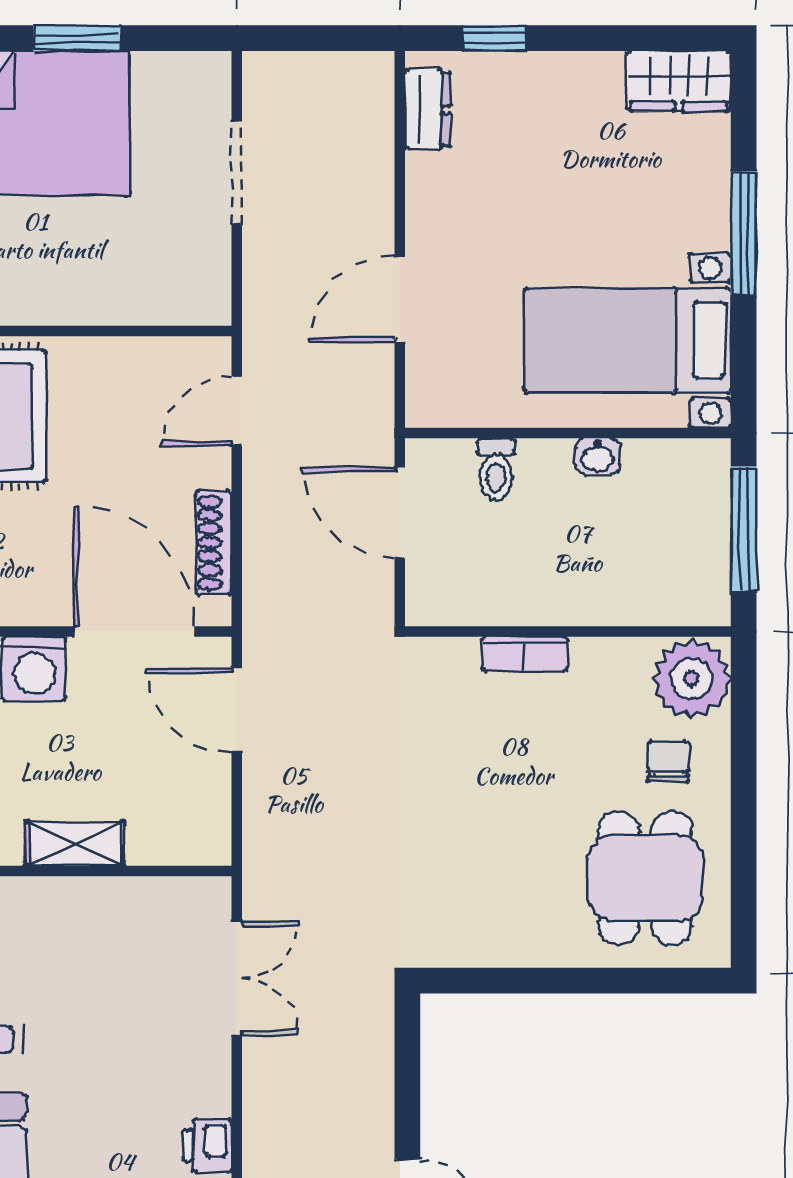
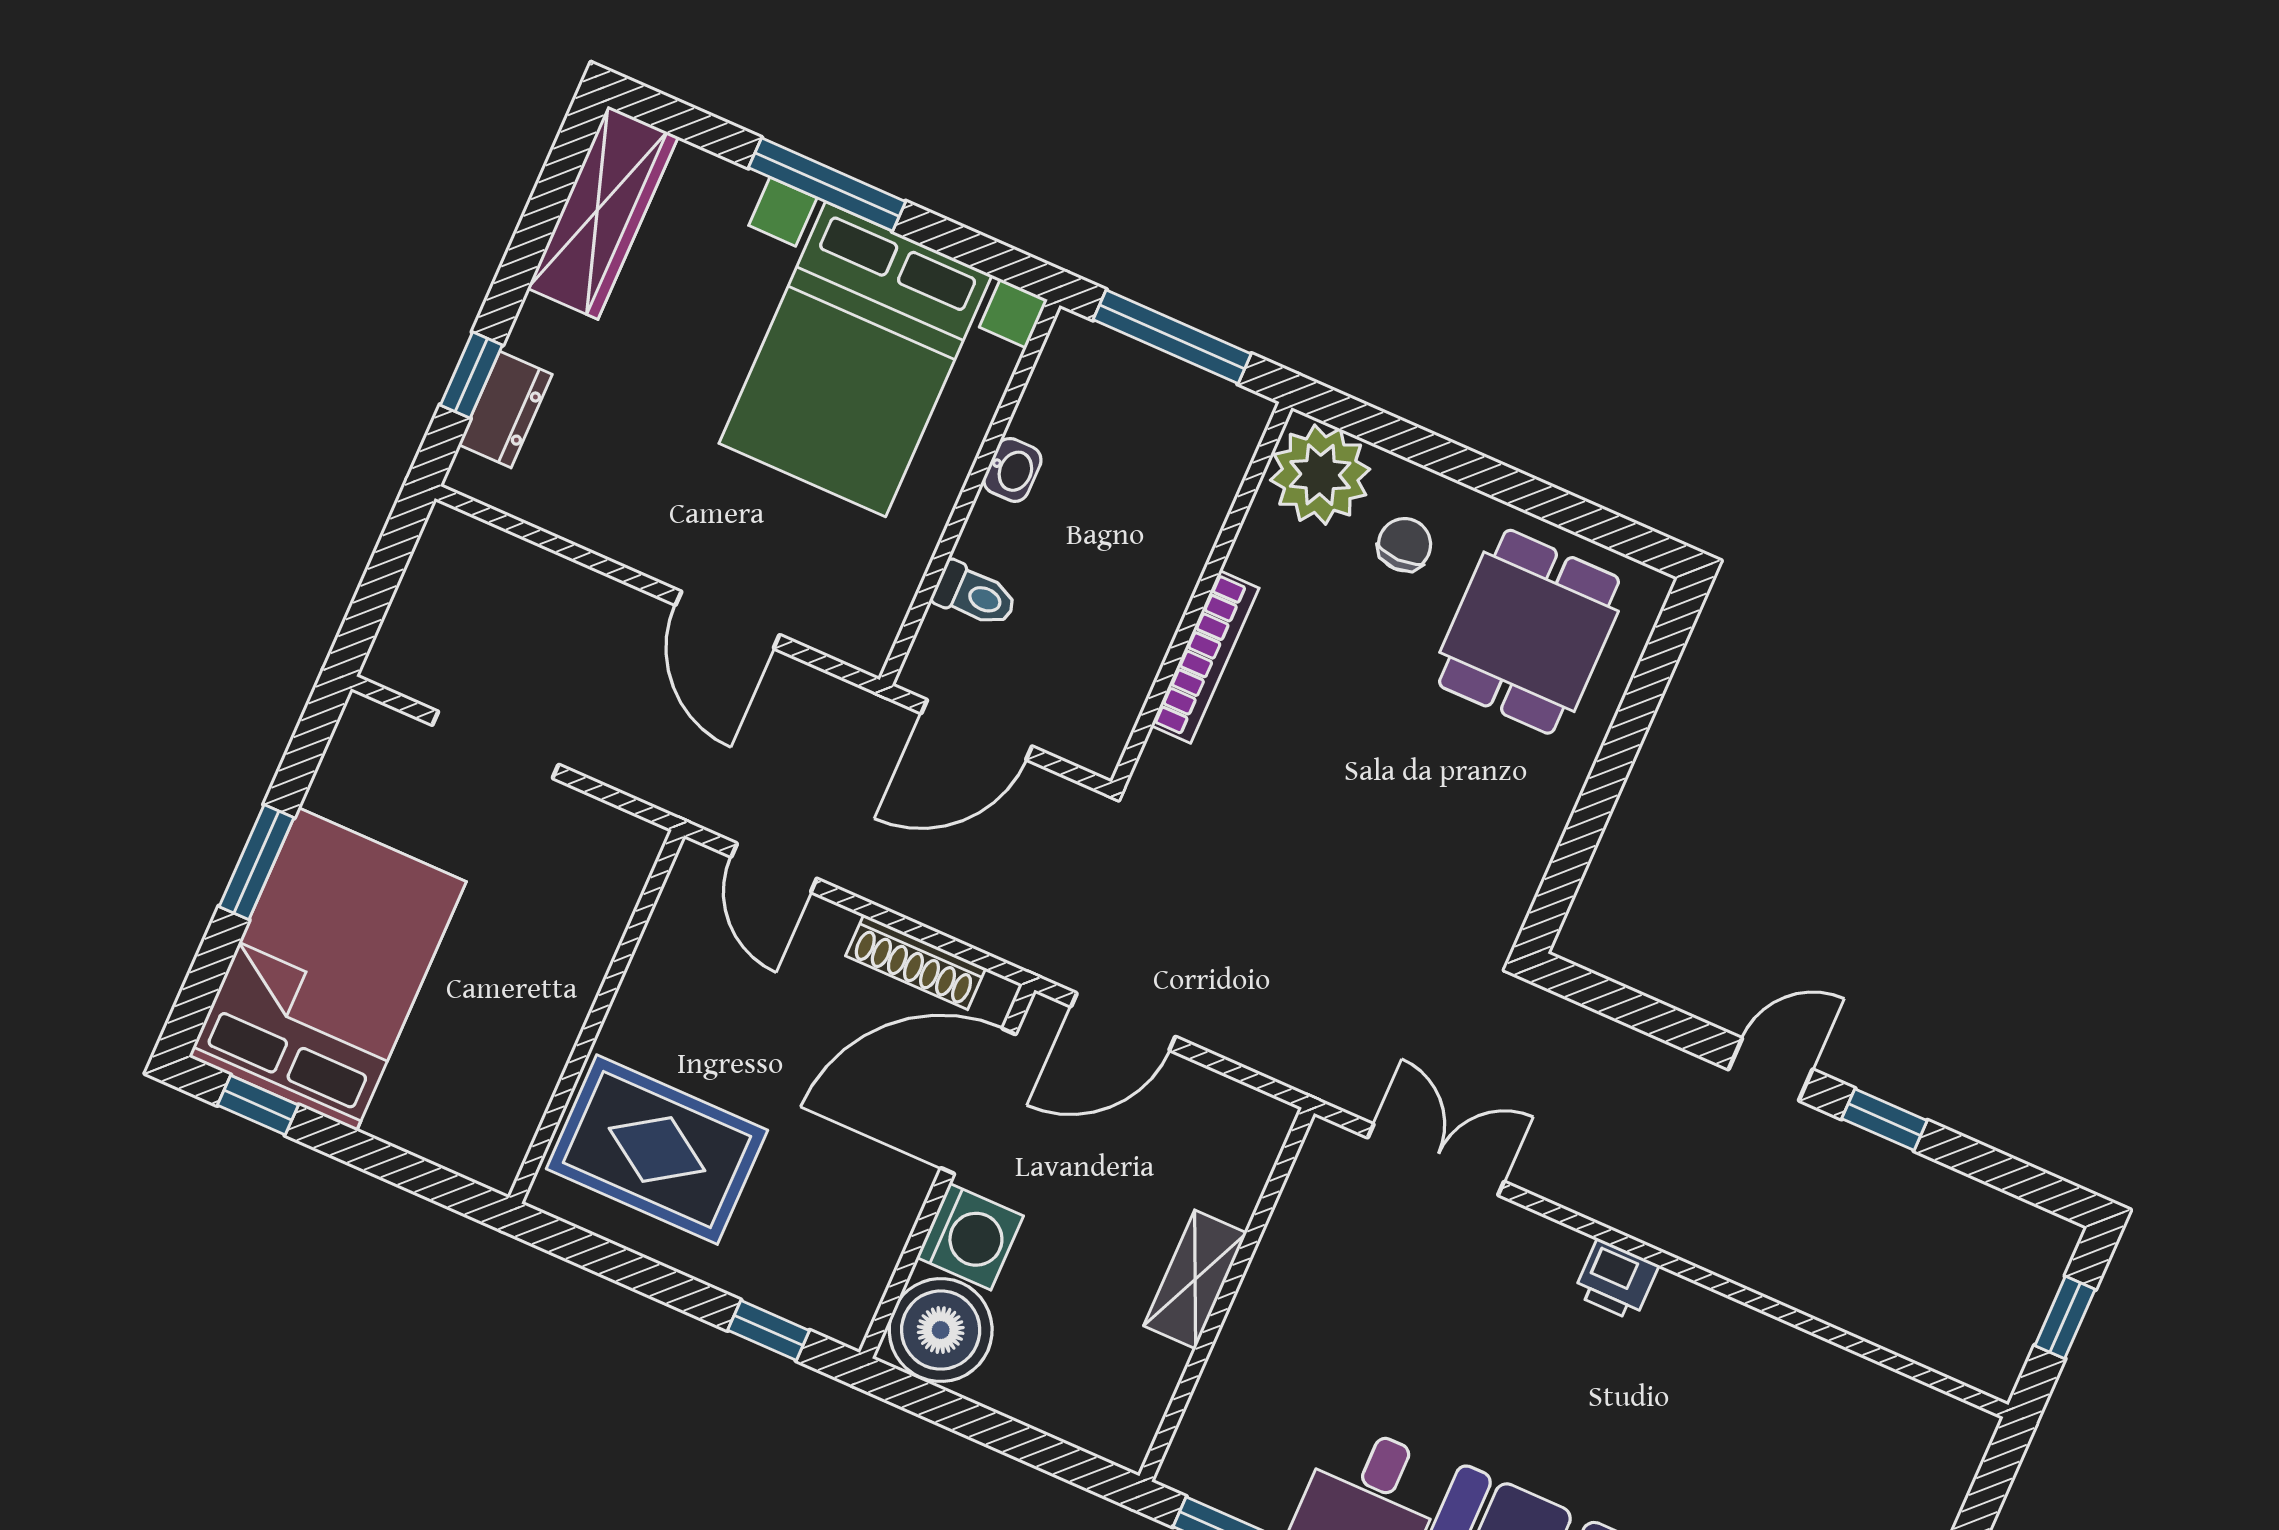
wardrobe: (679, 81) -> (603, 213), width x1.50
dresser: (428, 110) -> (505, 409), moved, turned 90
bed with nightstands: (627, 340) -> (855, 359), width x1.36
bookcase: (524, 654) -> (1205, 657), width x1.56
chair: (668, 761) -> (1405, 545), turned 90
dining table: (645, 878) -> (1529, 632), turned 90

